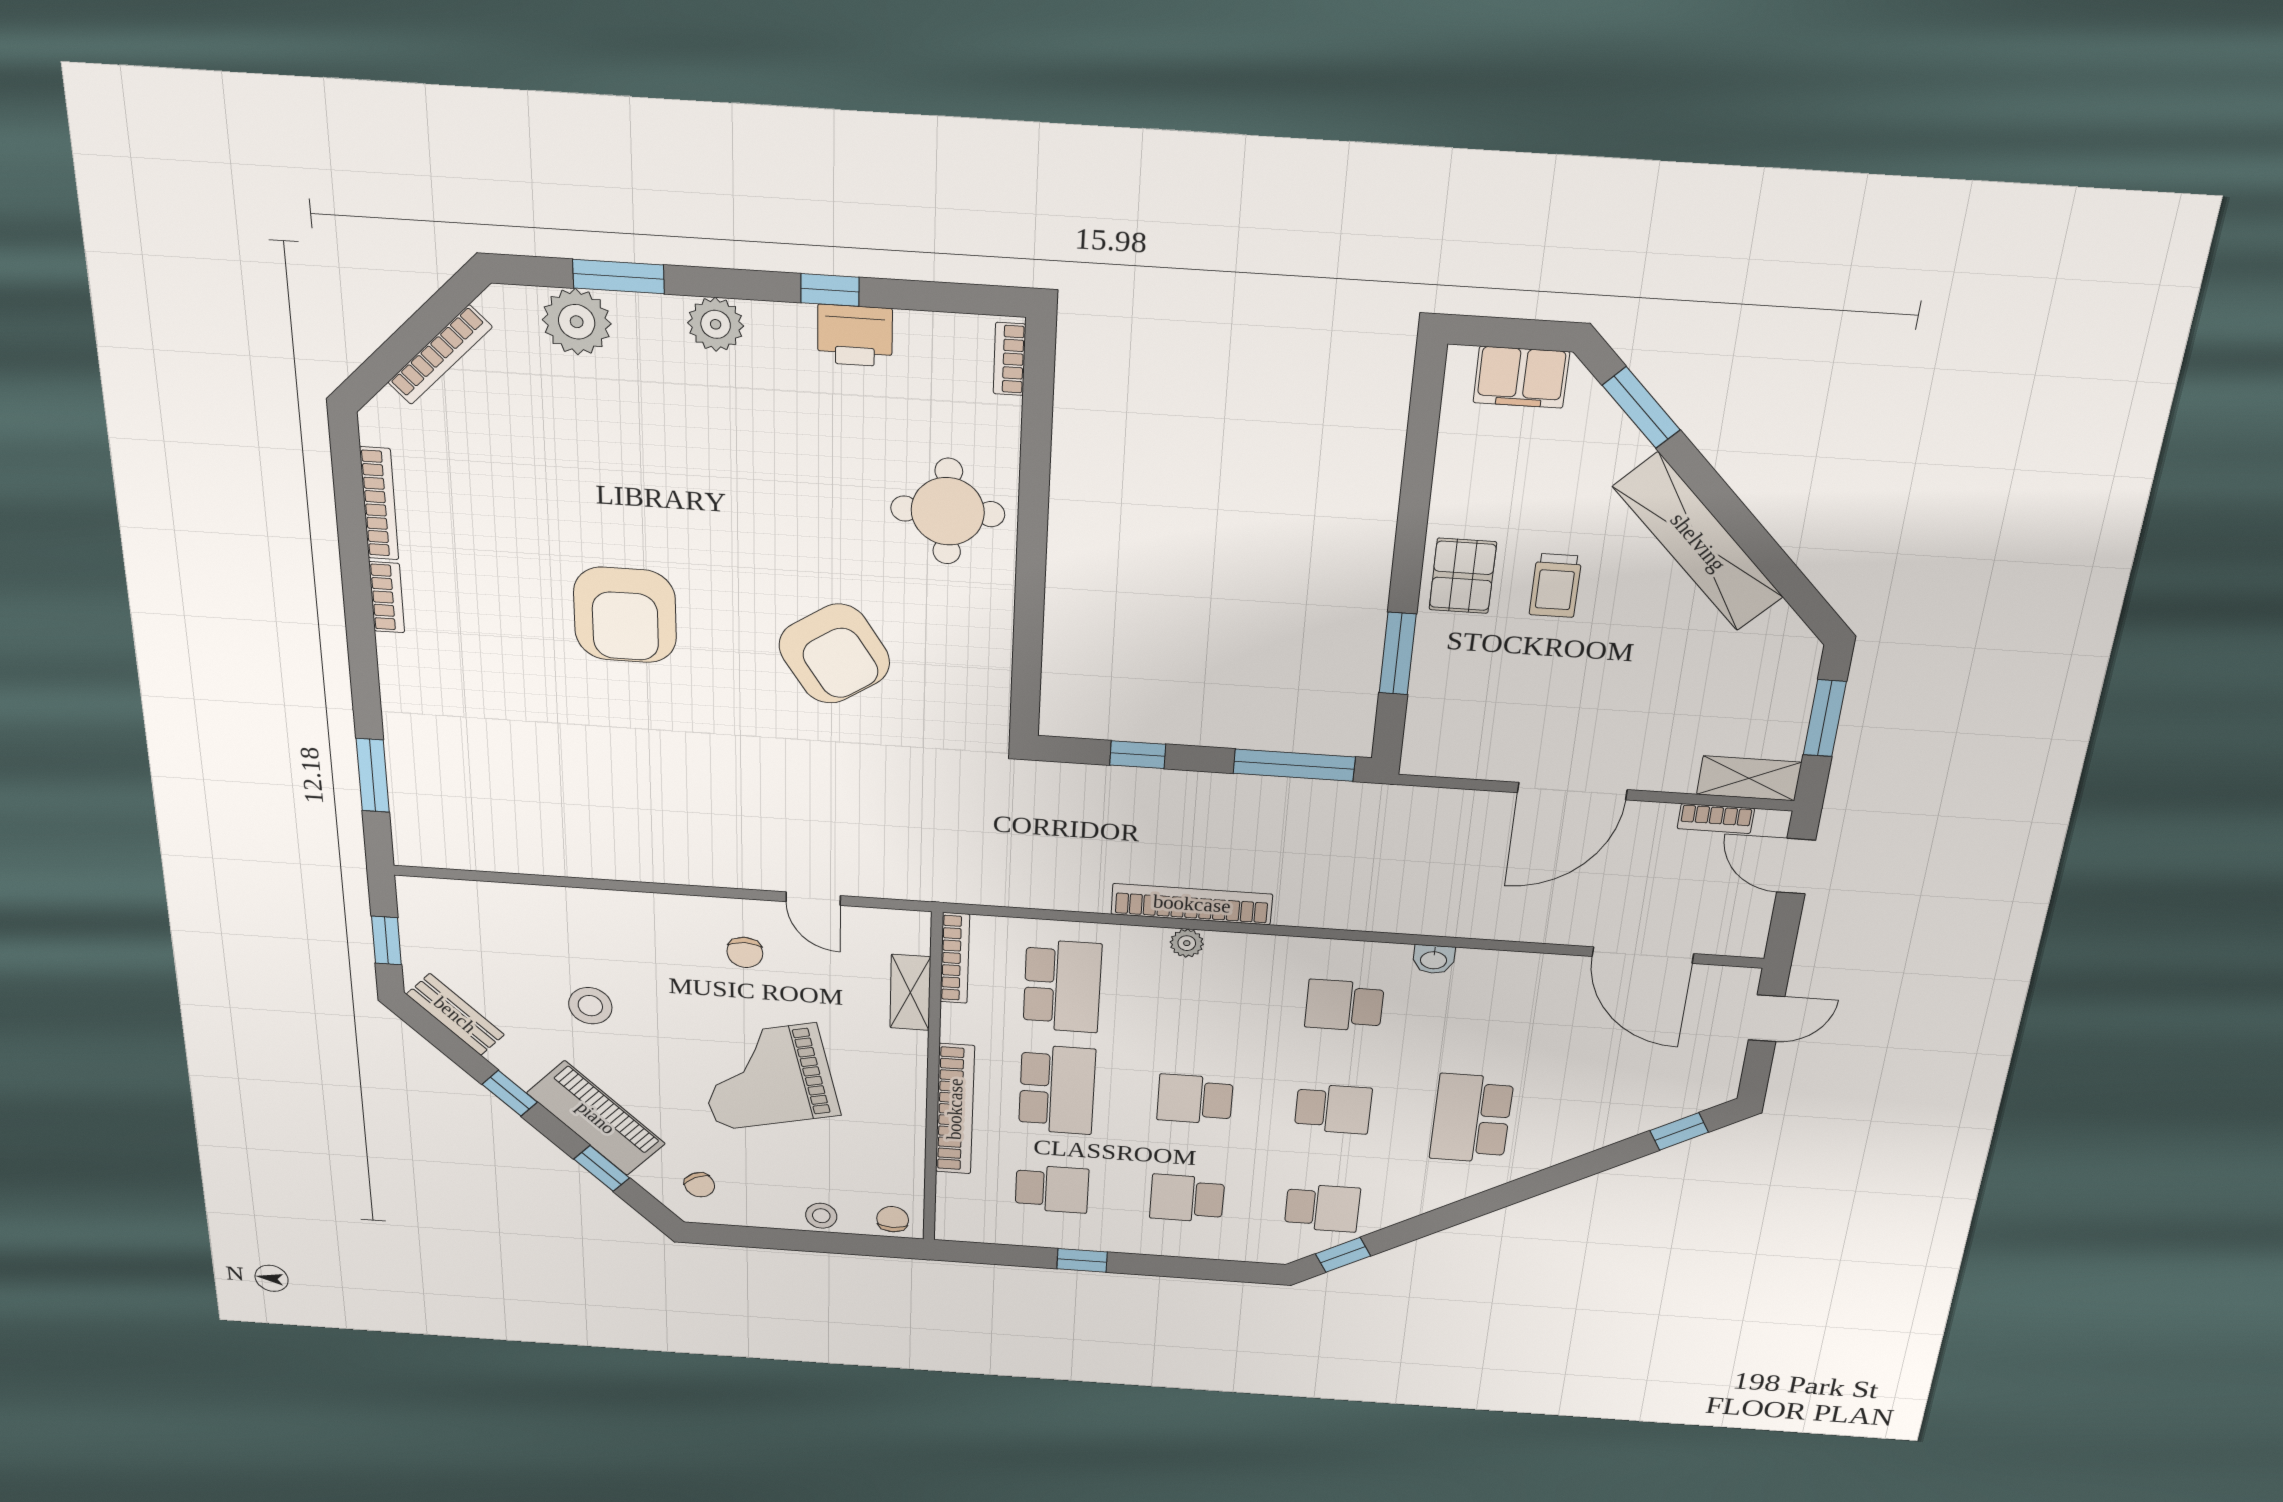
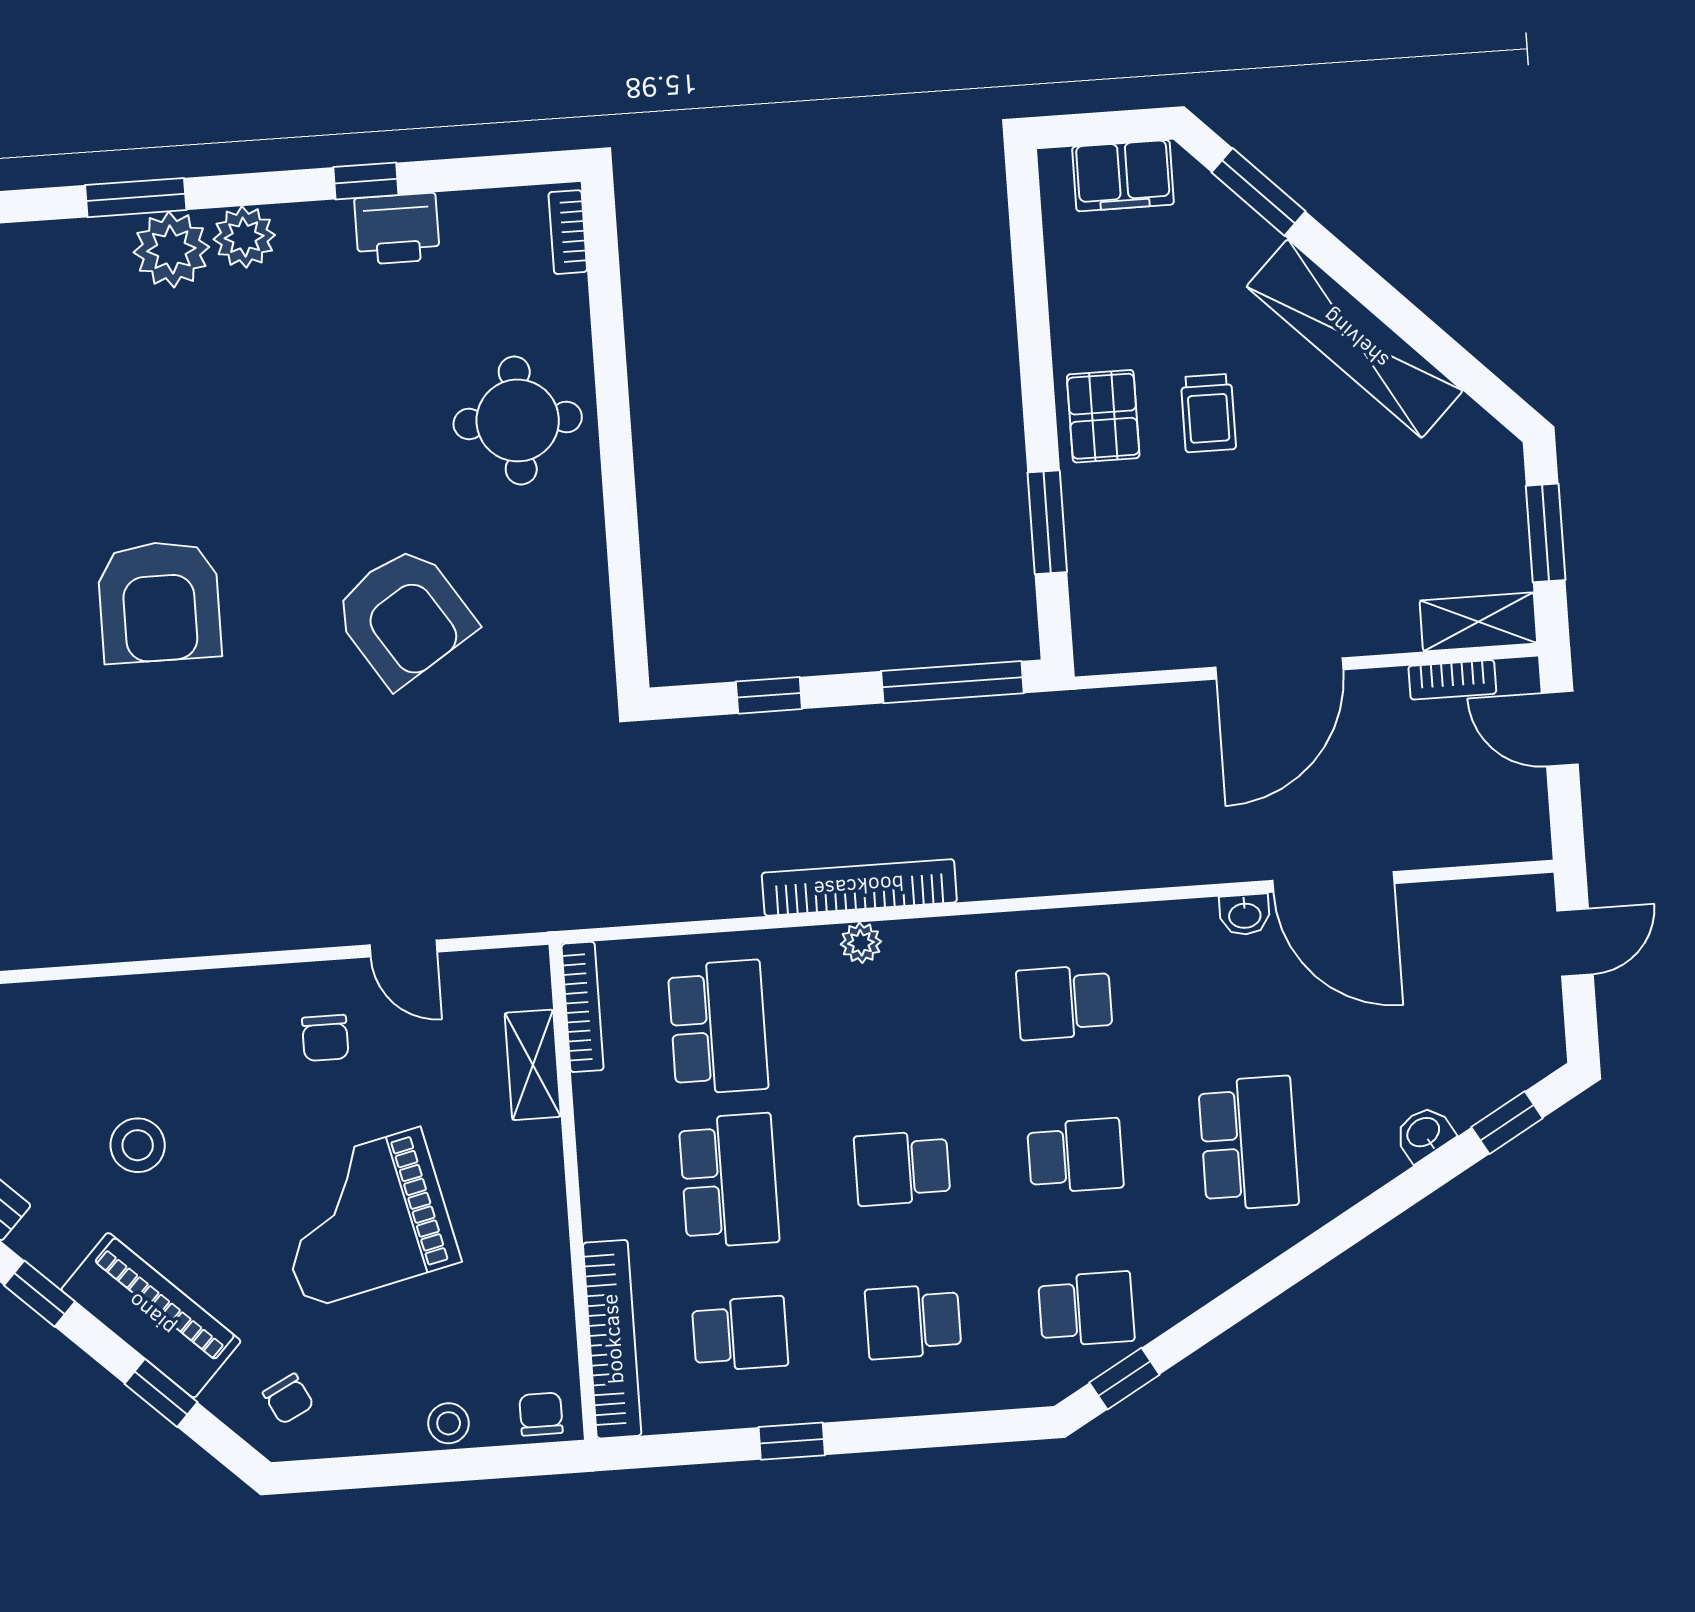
plant: (577, 322) -> (171, 250), moved
door: (1643, 955) -> (1333, 882), moved
washbasin: (1434, 959) -> (1245, 915), moved
bookcase: (955, 1109) -> (612, 1339), moved
school desk: (1472, 1118) -> (1248, 1143), turned 180
washbasin: (1612, 1130) -> (1424, 1133), added

